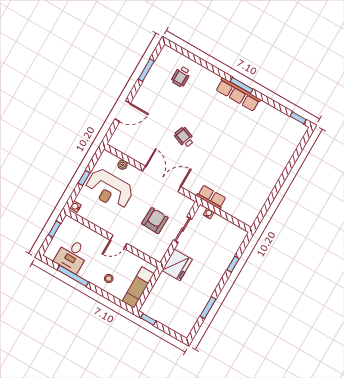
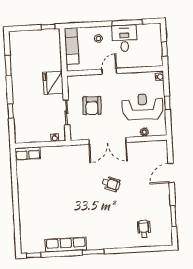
row of seats: (238, 95) -> (66, 245), moved
row of seats: (211, 197) -> (28, 153), moved
desk: (72, 256) -> (124, 38), moved

